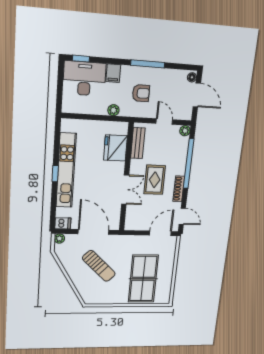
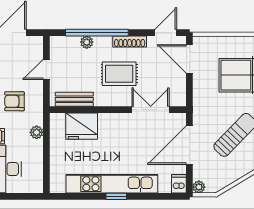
armchair: (141, 93) -> (15, 101), turned -90
plant: (185, 131) -> (87, 42), moved
double door: (125, 190) -> (151, 110), moved

